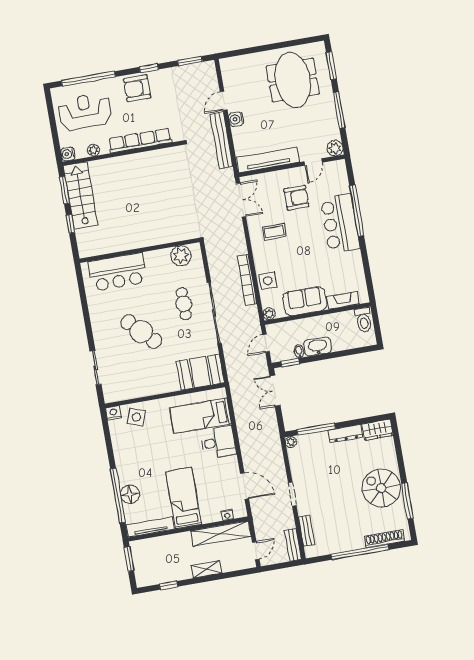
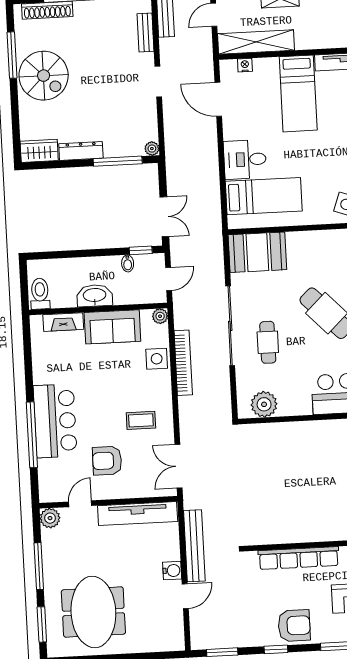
washbasin: (318, 346) -> (95, 296), moved, turned 180

